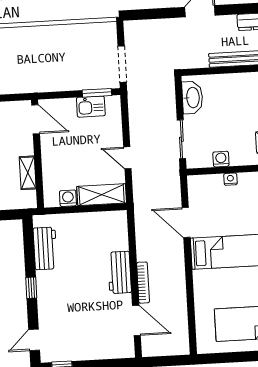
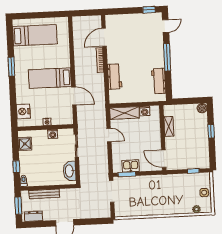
workbench: (119, 272) -> (115, 77), moved
window: (31, 288) -> (167, 57), width x2.17
door: (136, 321) -> (104, 37), hinge flipped

